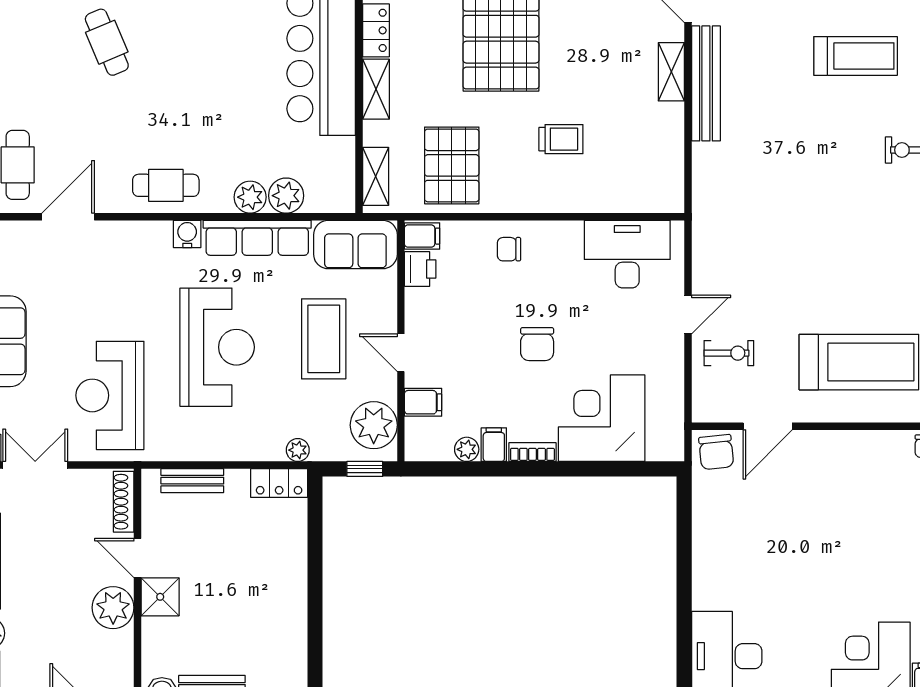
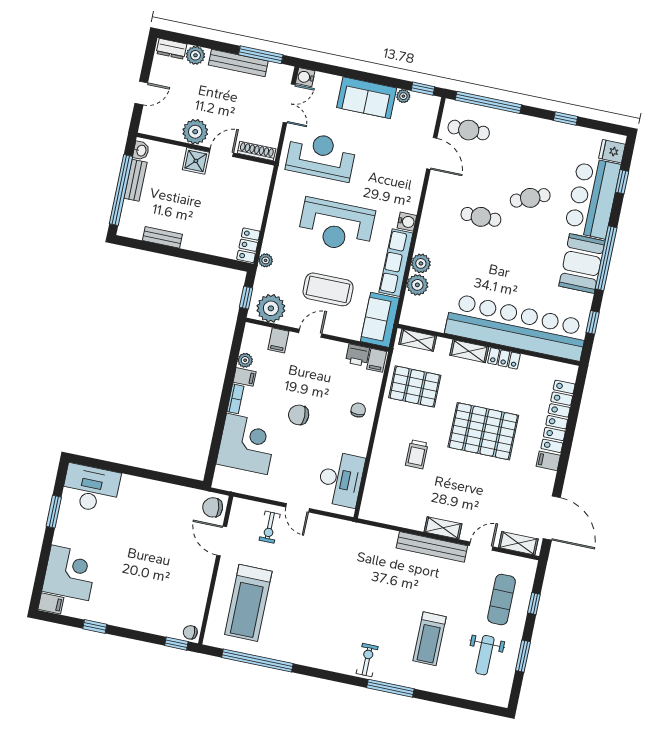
cafe table: (166, 185) -> (481, 217), moved, turned 90
bench: (192, 481) -> (162, 237), moved, turned 90

